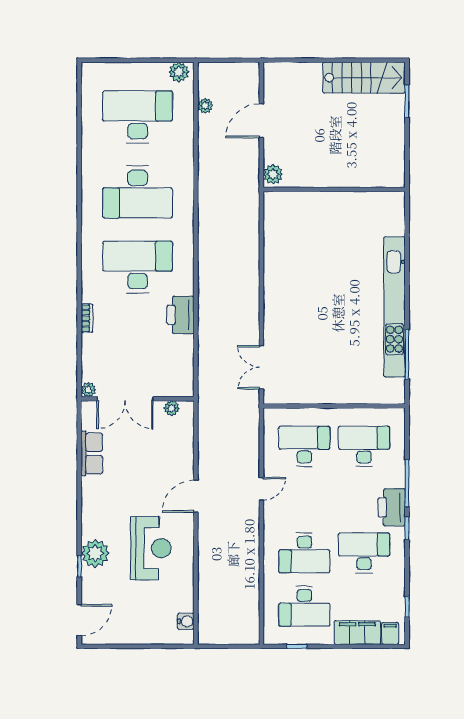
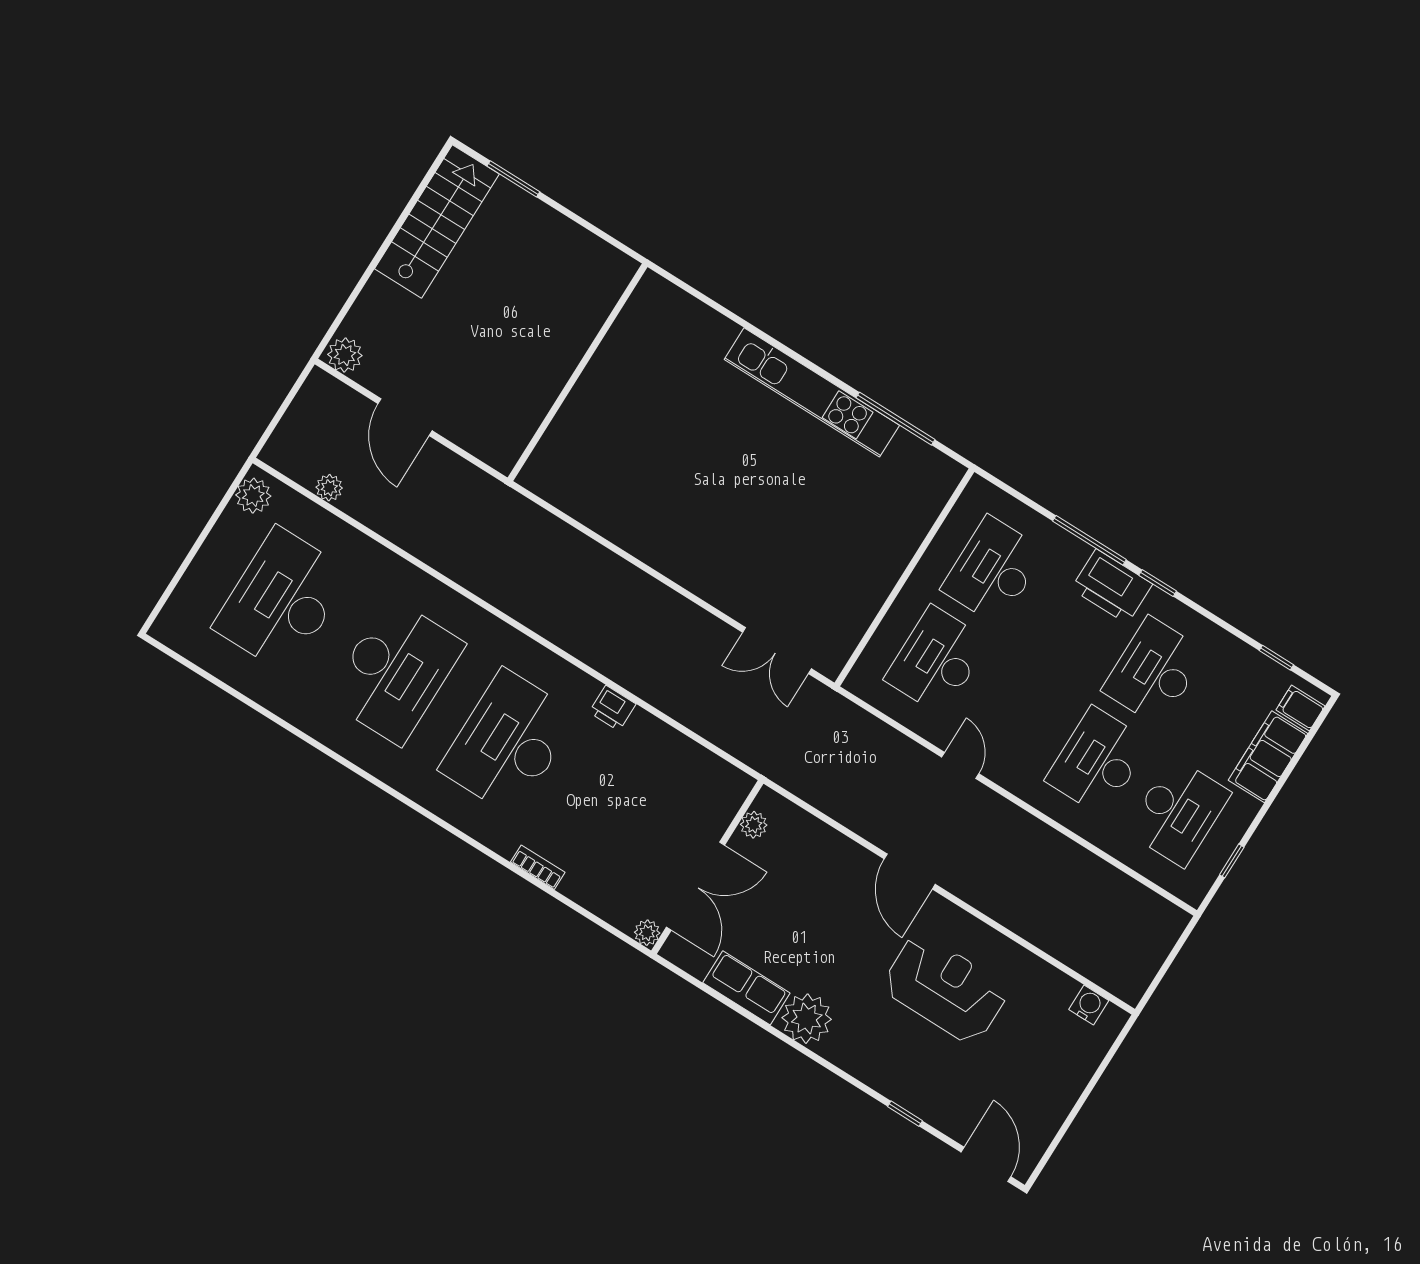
plant: (273, 174) -> (345, 355), moved
kitchen unit: (395, 307) -> (812, 392), width x0.73
printer: (181, 315) -> (612, 708), width x0.53, depth x0.68
plant: (95, 553) -> (807, 1019), moved
desk: (304, 553) -> (1098, 761), turned 180

